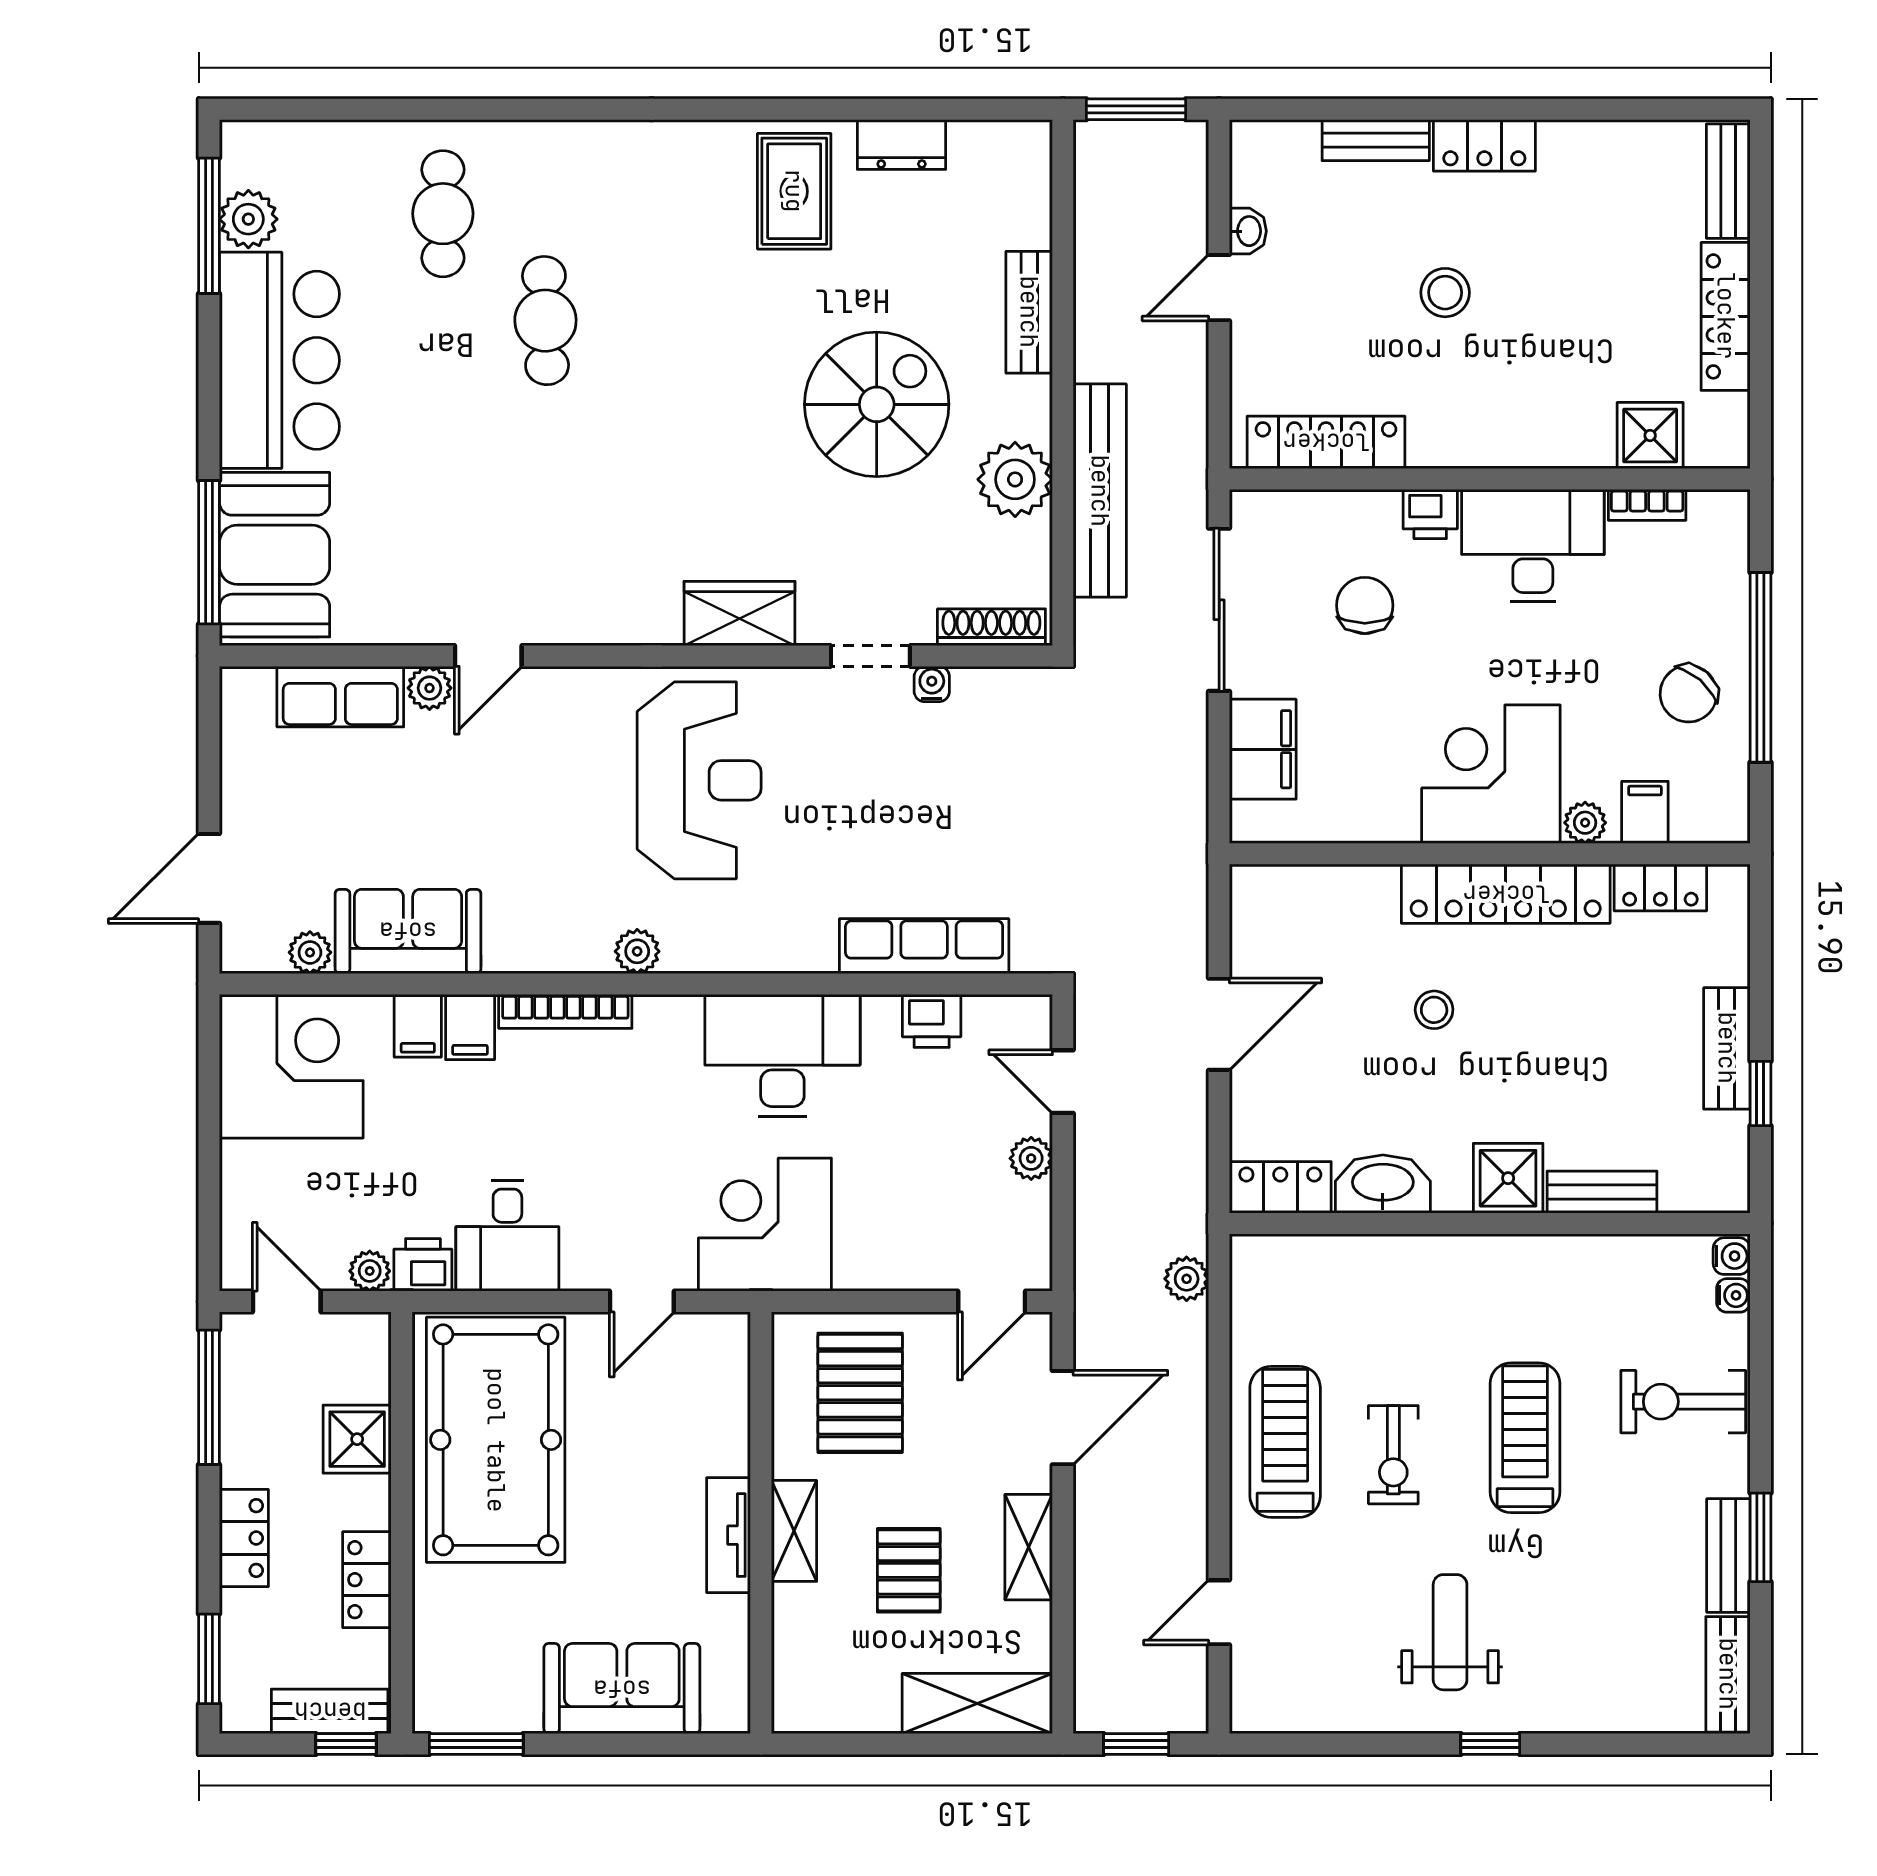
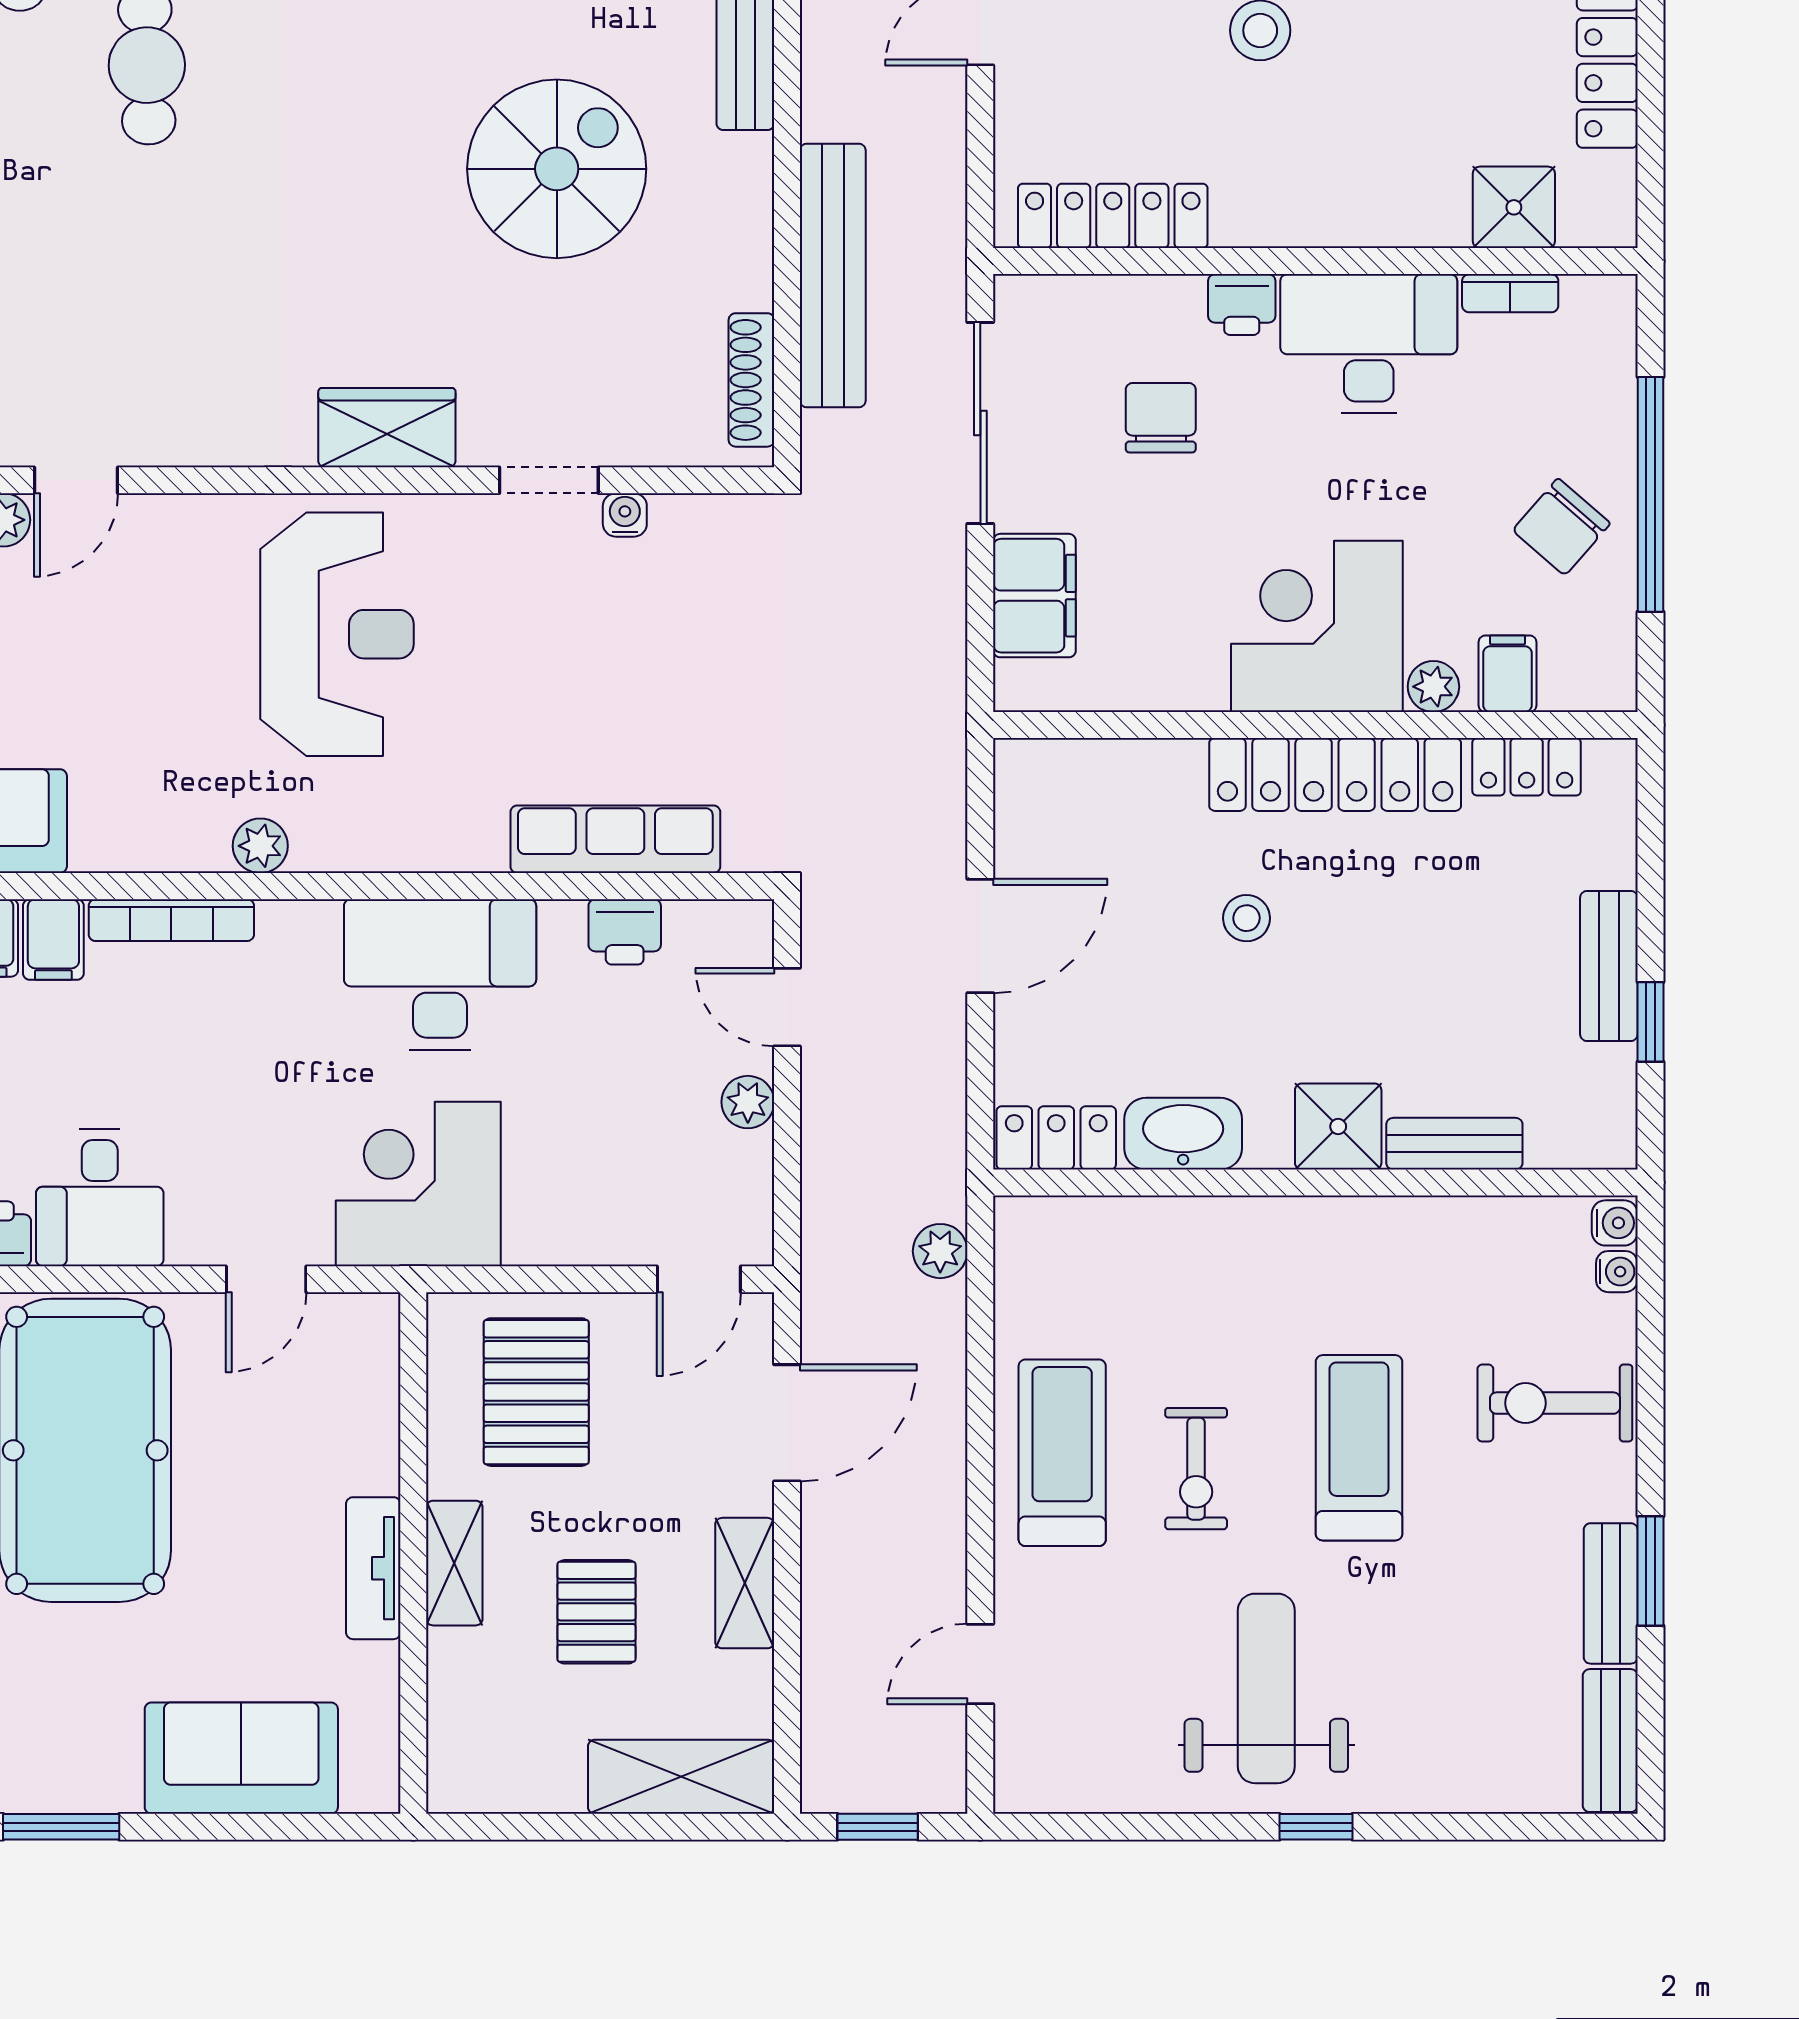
plant: (1015, 479) -> (728, 262), removed
shoe rack: (991, 627) -> (751, 380), moved, turned -90
weight bench: (1450, 1632) -> (1266, 1688), width x1.36, depth x1.33

